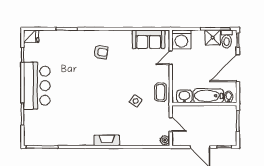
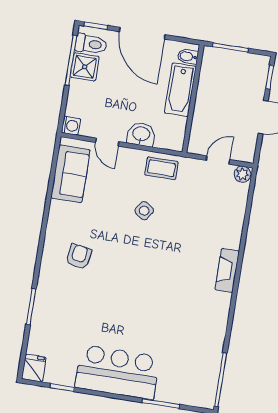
washing machine: (181, 40) -> (71, 126), width x0.53, depth x0.53
washbasin: (184, 96) -> (141, 134), moved, turned 90
side table: (136, 101) -> (144, 211), moved

